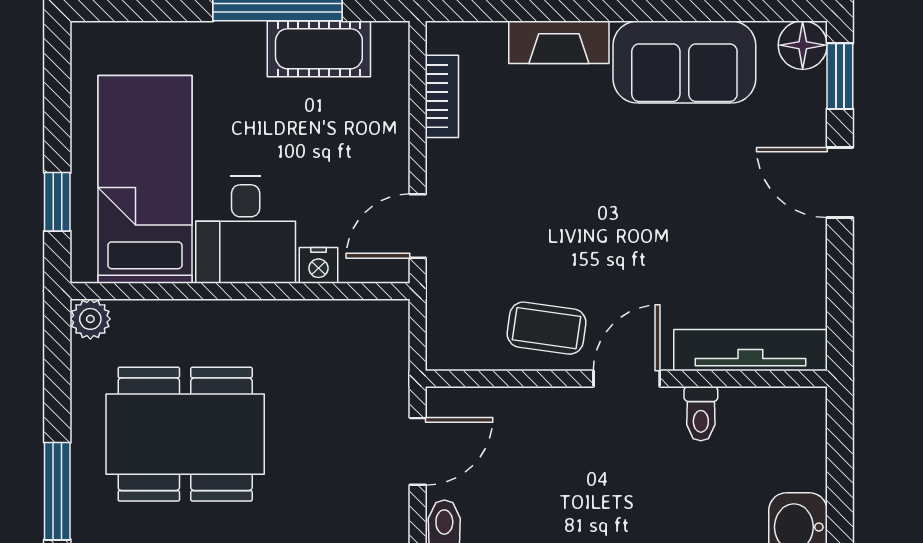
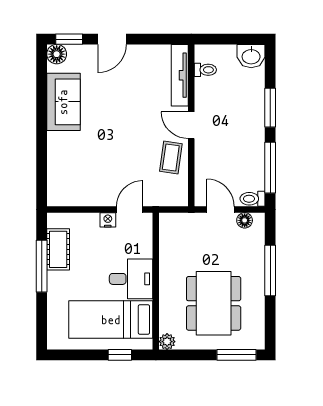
fireplace: (559, 42) -> (55, 152), removed
bookcase: (442, 96) -> (77, 200), removed
door: (418, 226) -> (130, 209), swing flipped
nightstand: (318, 265) -> (108, 220), moved, turned -90
toilet: (701, 414) -> (205, 70), moved
floor lamp: (391, 511) -> (245, 220), added

